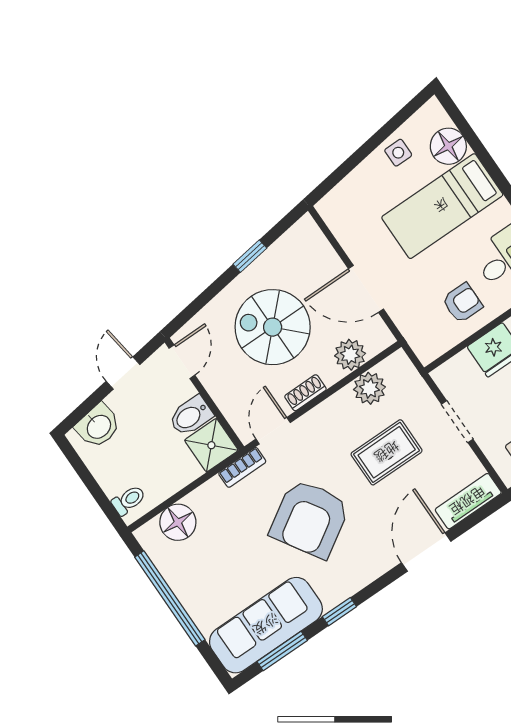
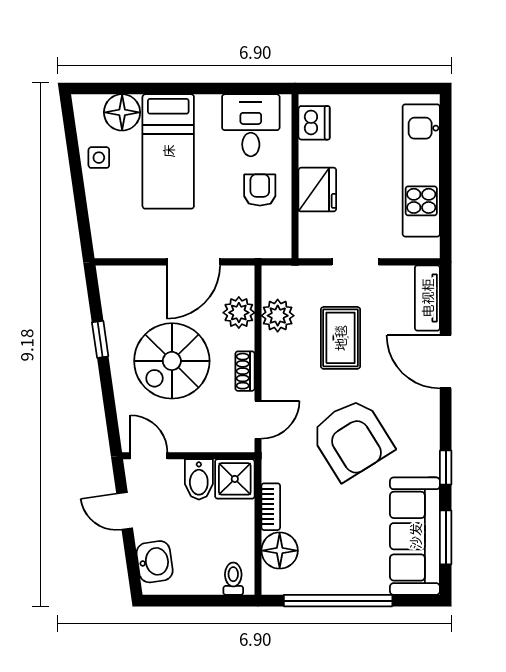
door: (273, 431) -> (258, 420), swing flipped
bookcase: (242, 467) -> (271, 507), moved

